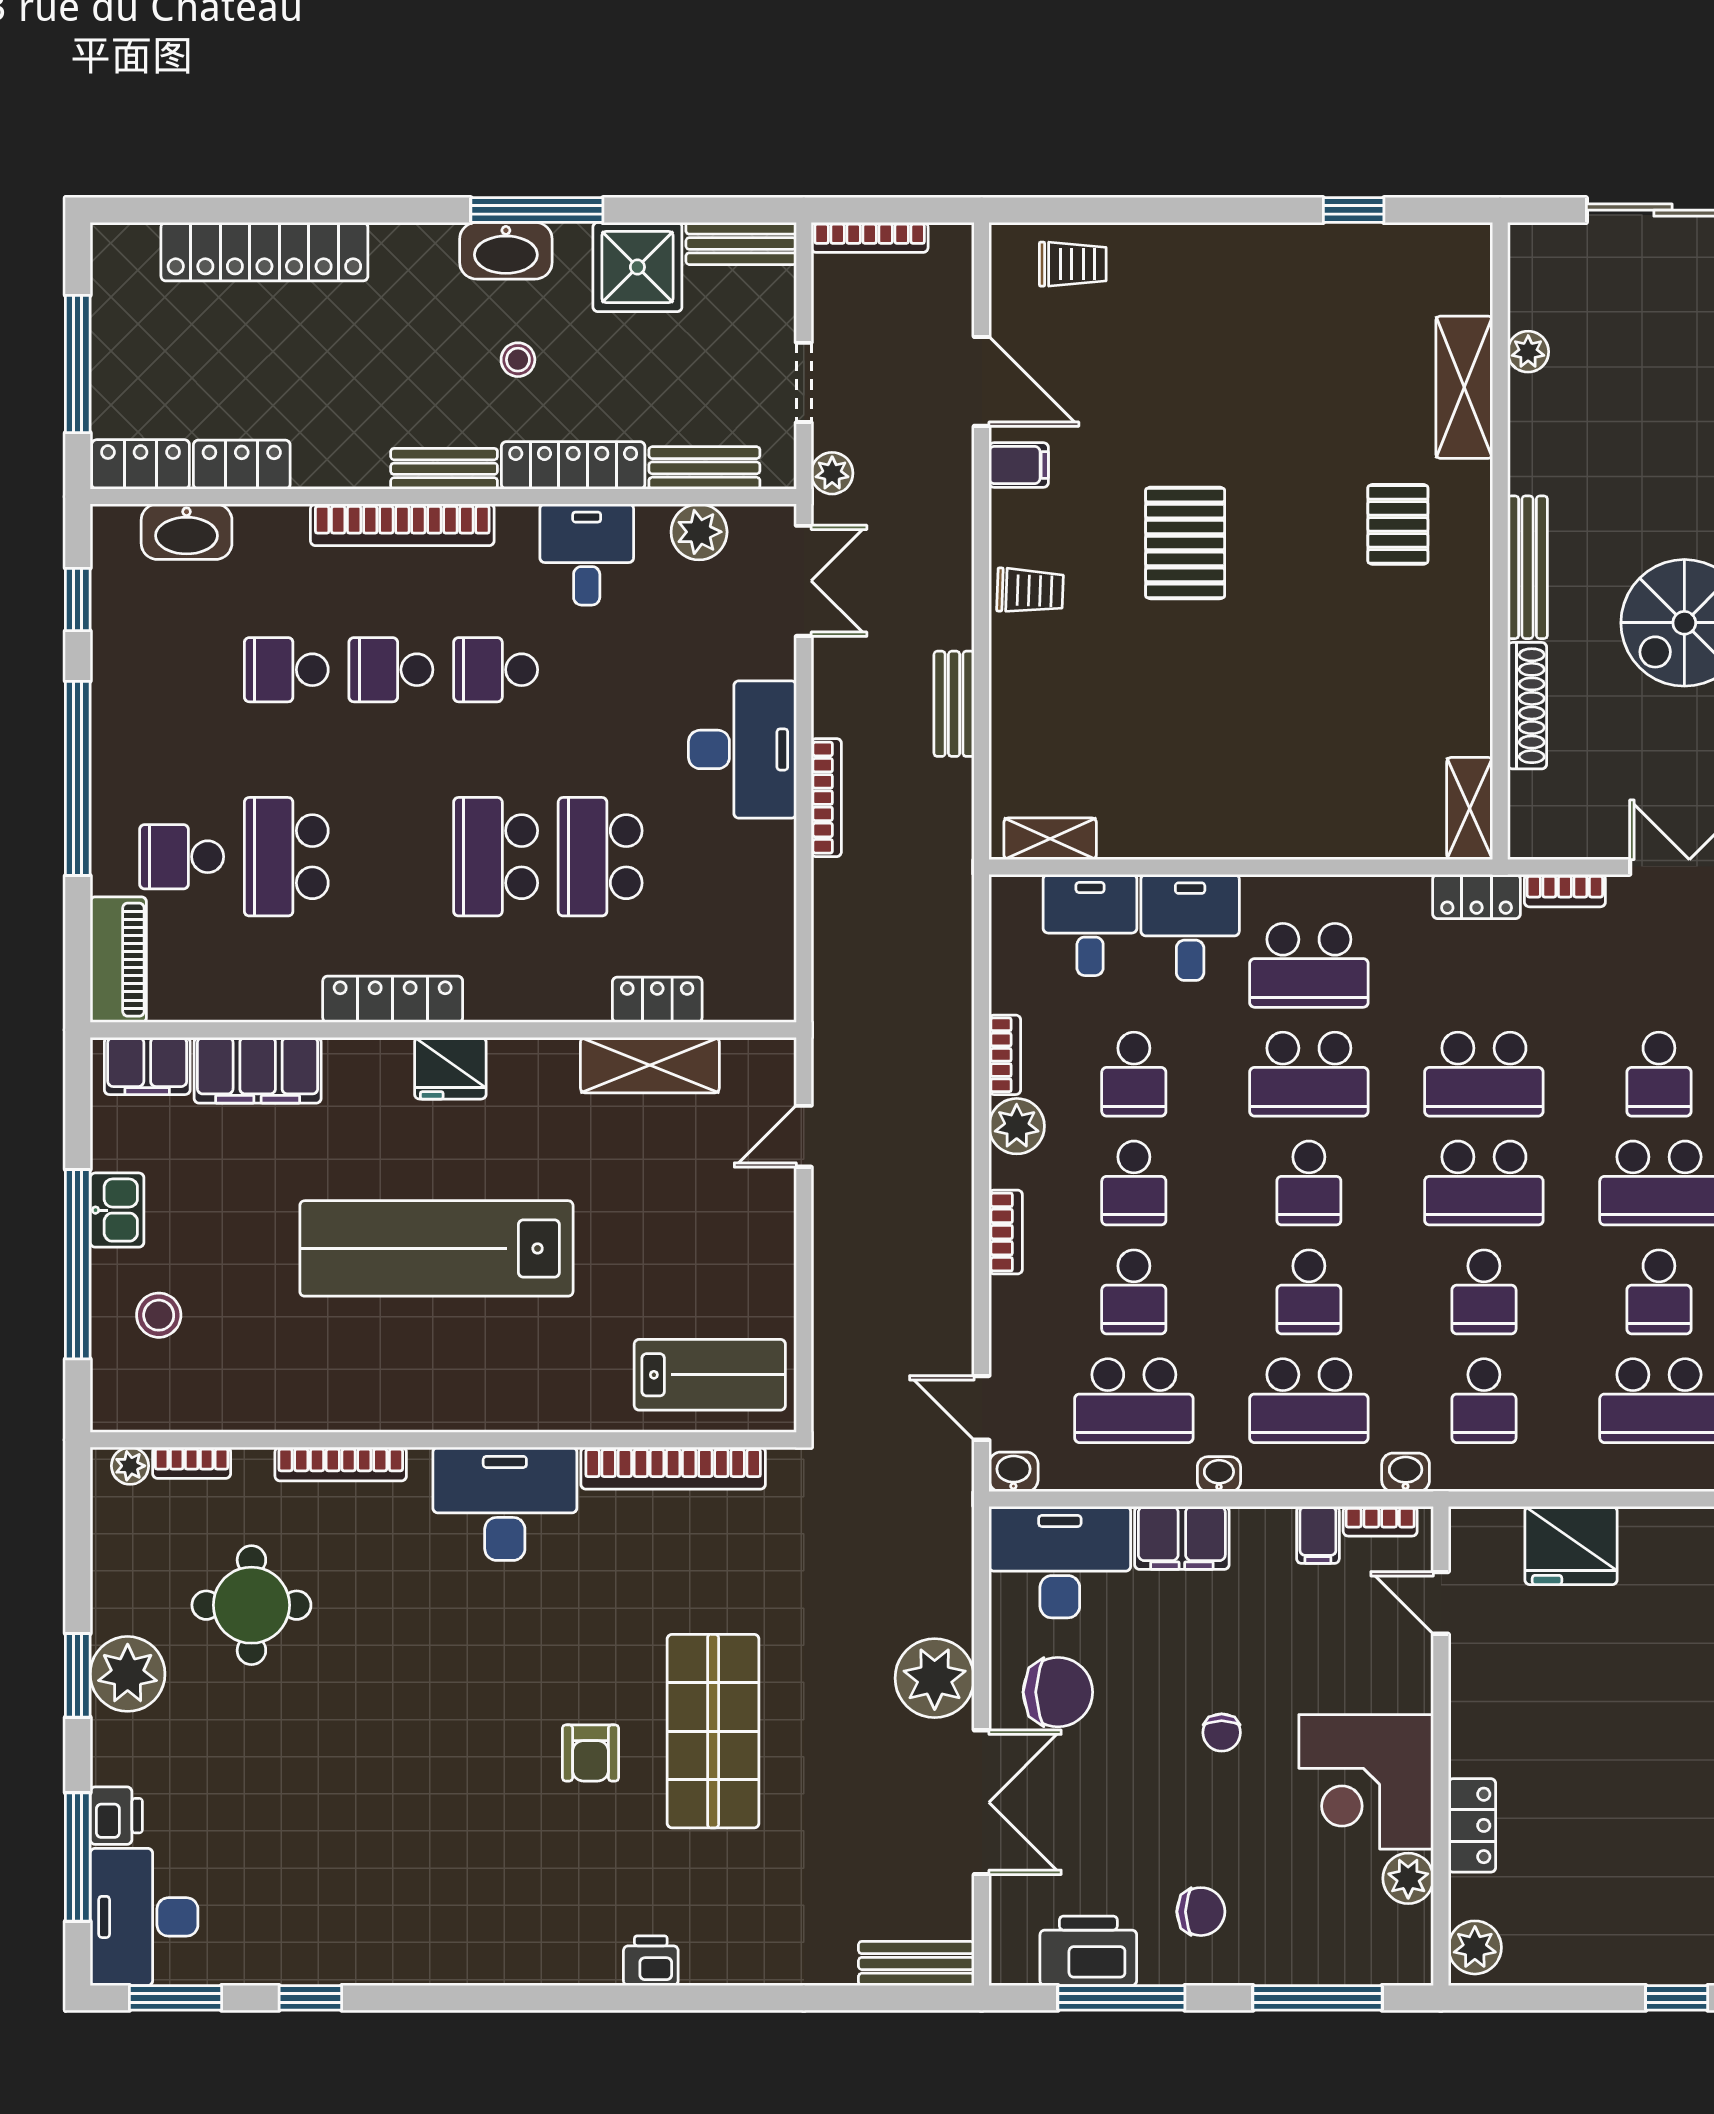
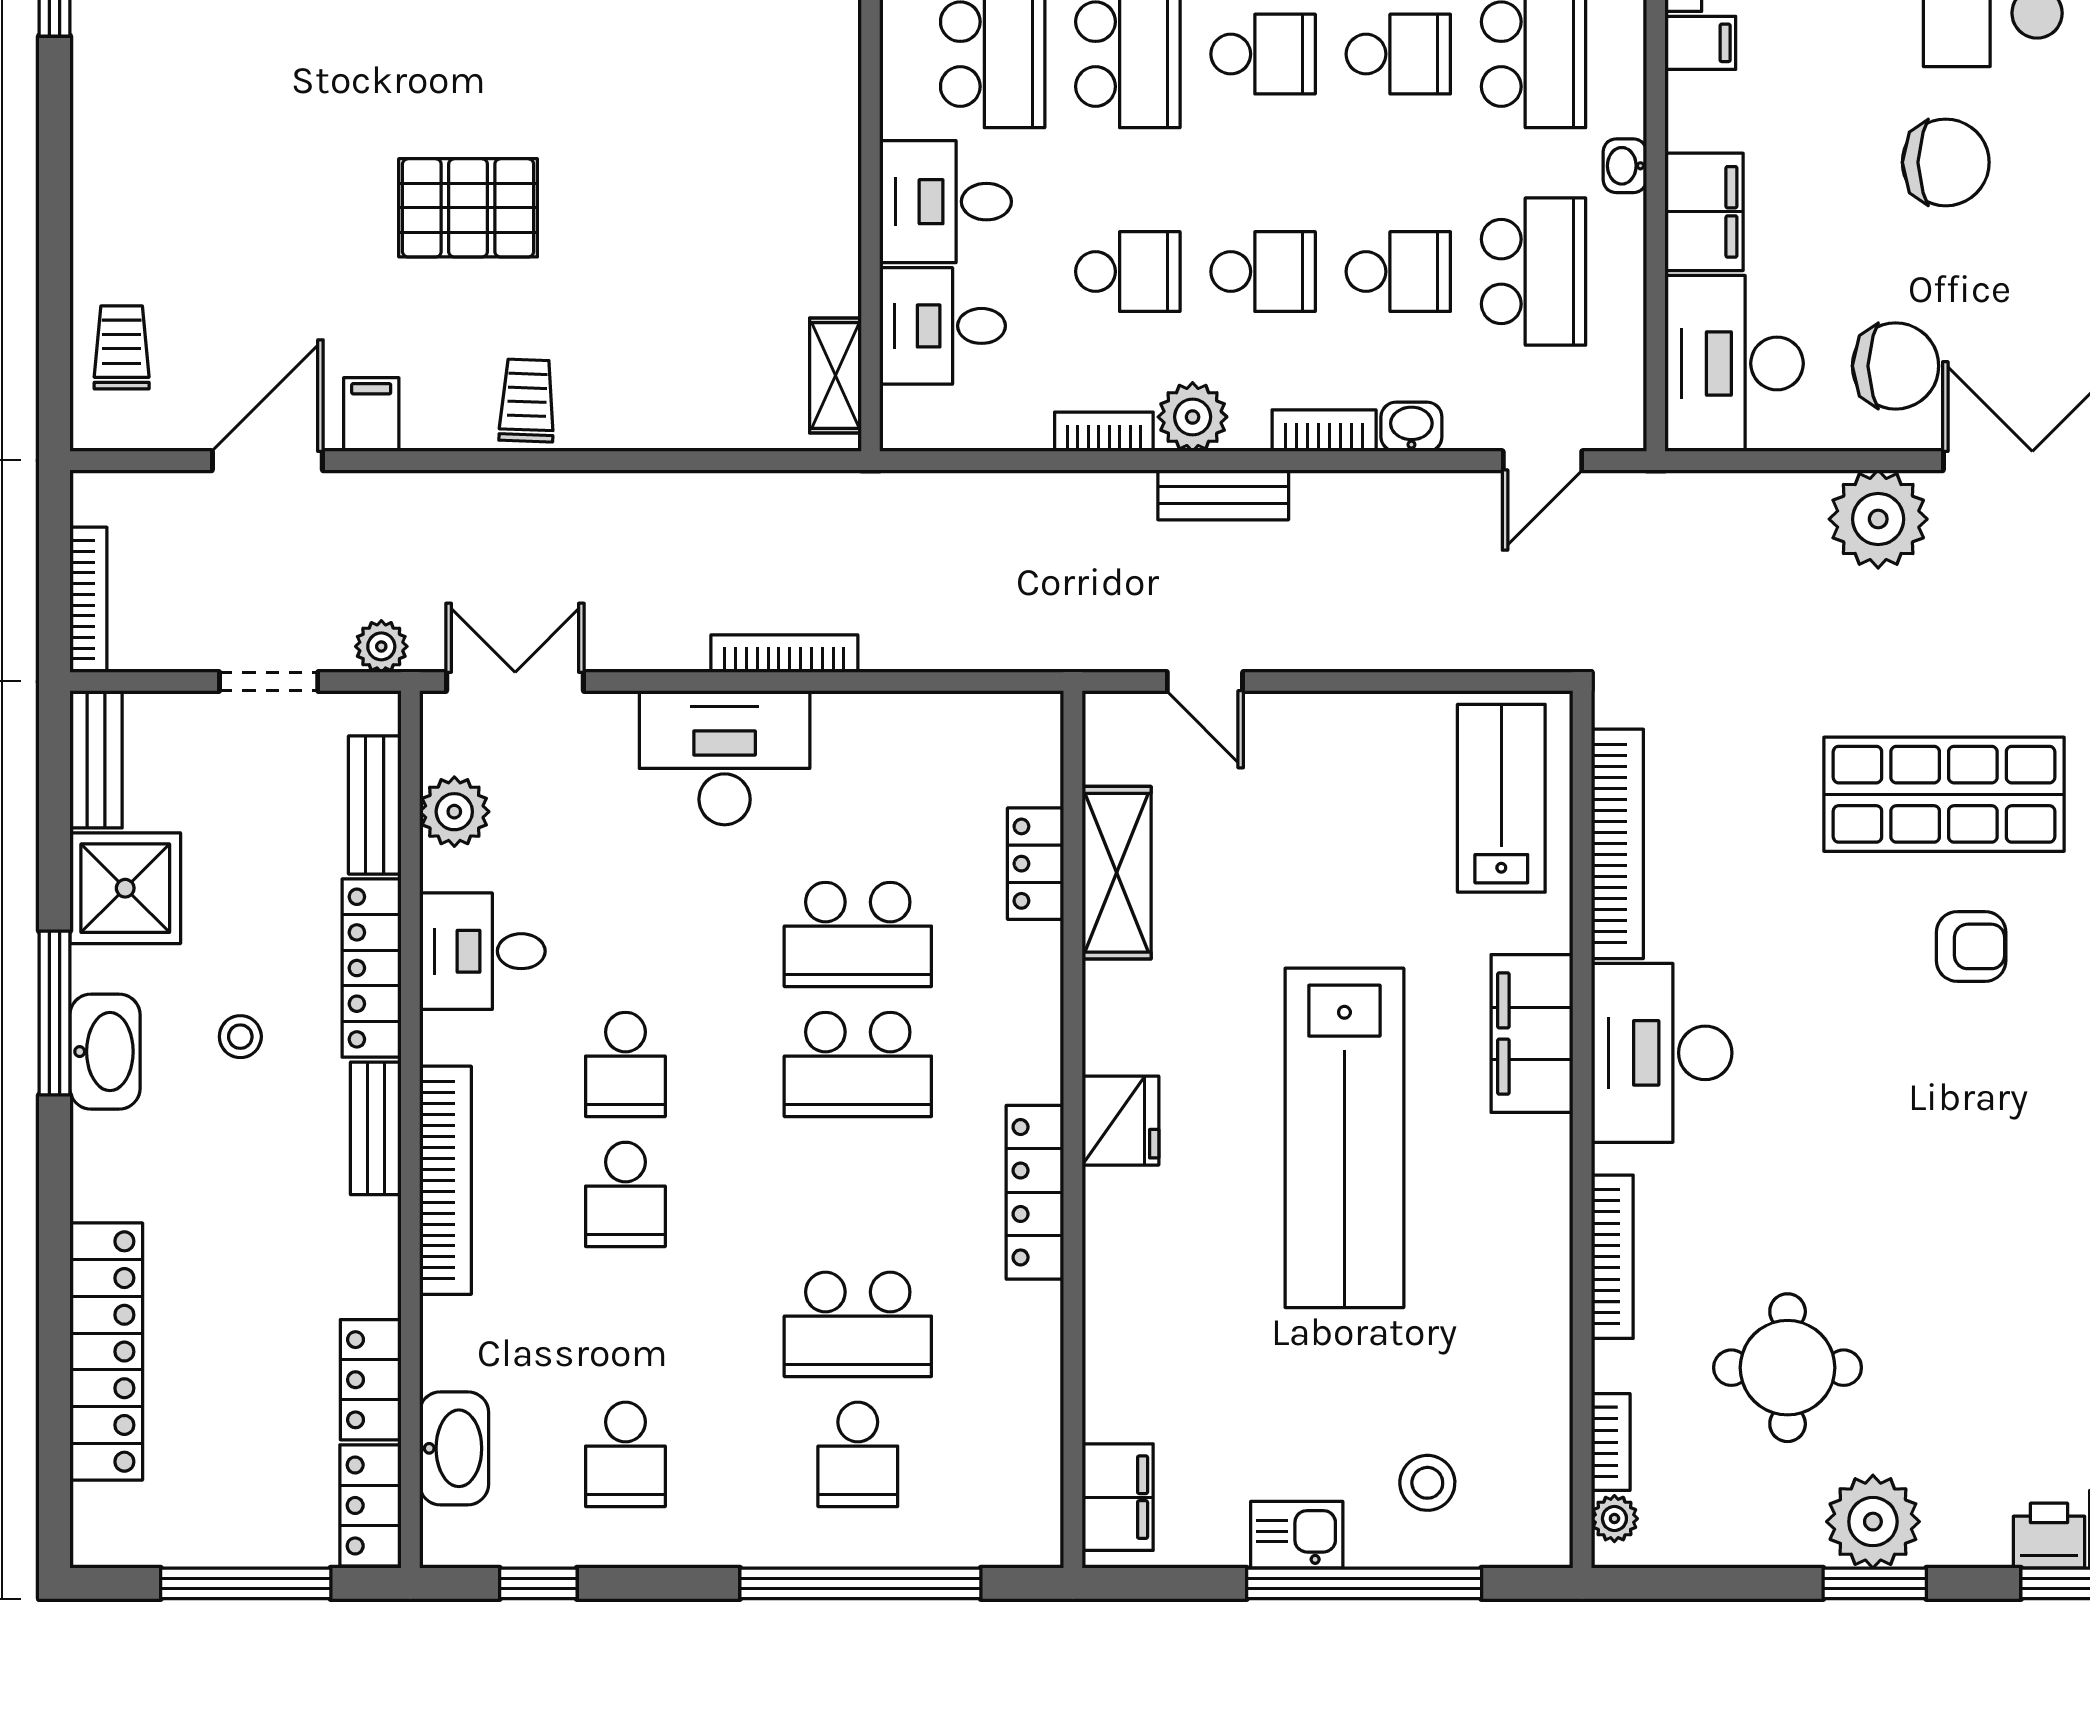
school desk: (286, 670) -> (625, 1454), moved
bench: (954, 704) -> (1223, 495), moved
window: (78, 778) -> (860, 1583), moved
piano: (118, 960) -> (986, 1533), removed
filing cabinet: (258, 1070) -> (1532, 1034), moved, turned 180
washbasin: (1013, 1472) -> (1411, 427), moved, turned 90
chair: (1058, 1692) -> (1896, 366), turned 90
chair: (1222, 1733) -> (1946, 162), width x1.87, depth x1.87

